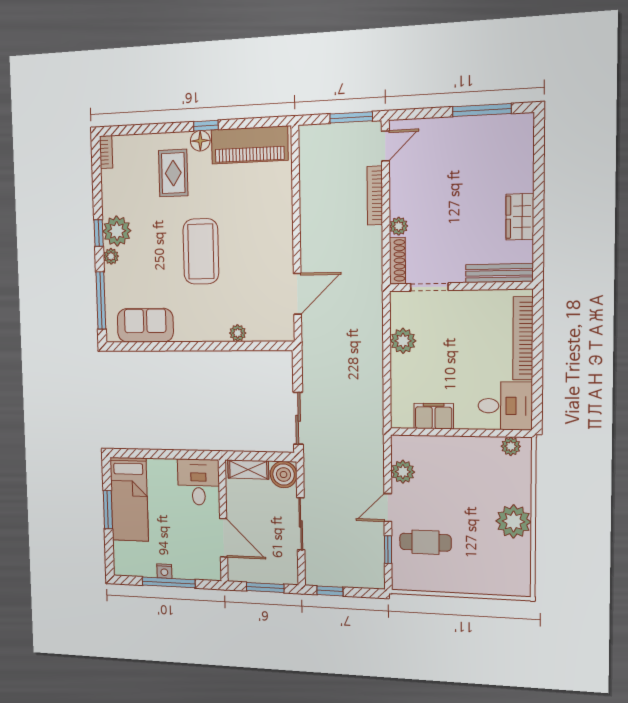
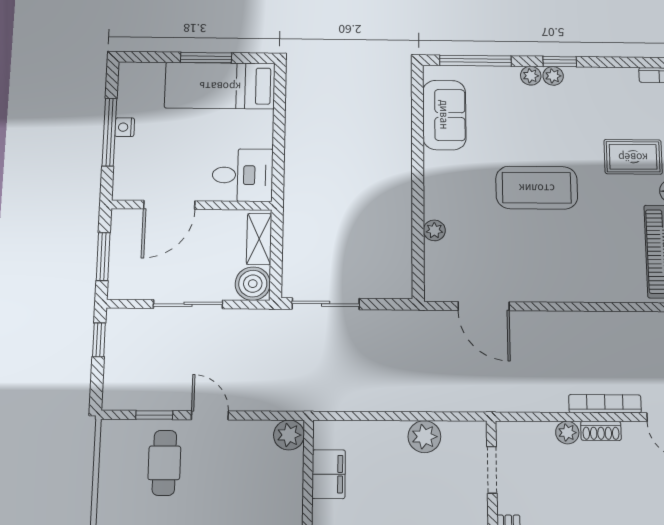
plant: (117, 231) -> (553, 76), width x0.53, depth x0.53
shoe rack: (397, 260) -> (601, 431), moved, width x0.70
plant: (403, 472) -> (289, 435), moved

